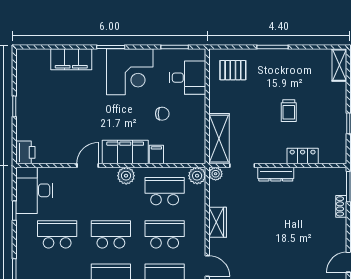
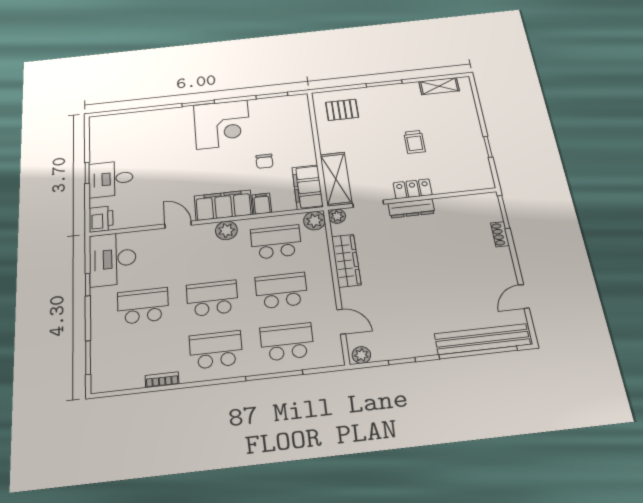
filing cabinet: (71, 59) -> (308, 187), moved, turned 90
shelving: (339, 65) -> (439, 86), moved, turned 90
desk: (188, 78) -> (111, 179), moved, turned 180
chair: (162, 114) -> (264, 161), turned 90
locker: (303, 156) -> (413, 189), moved
door: (88, 165) -> (178, 225), hinge flipped
wardrobe: (218, 222) -> (346, 261), width x1.50

